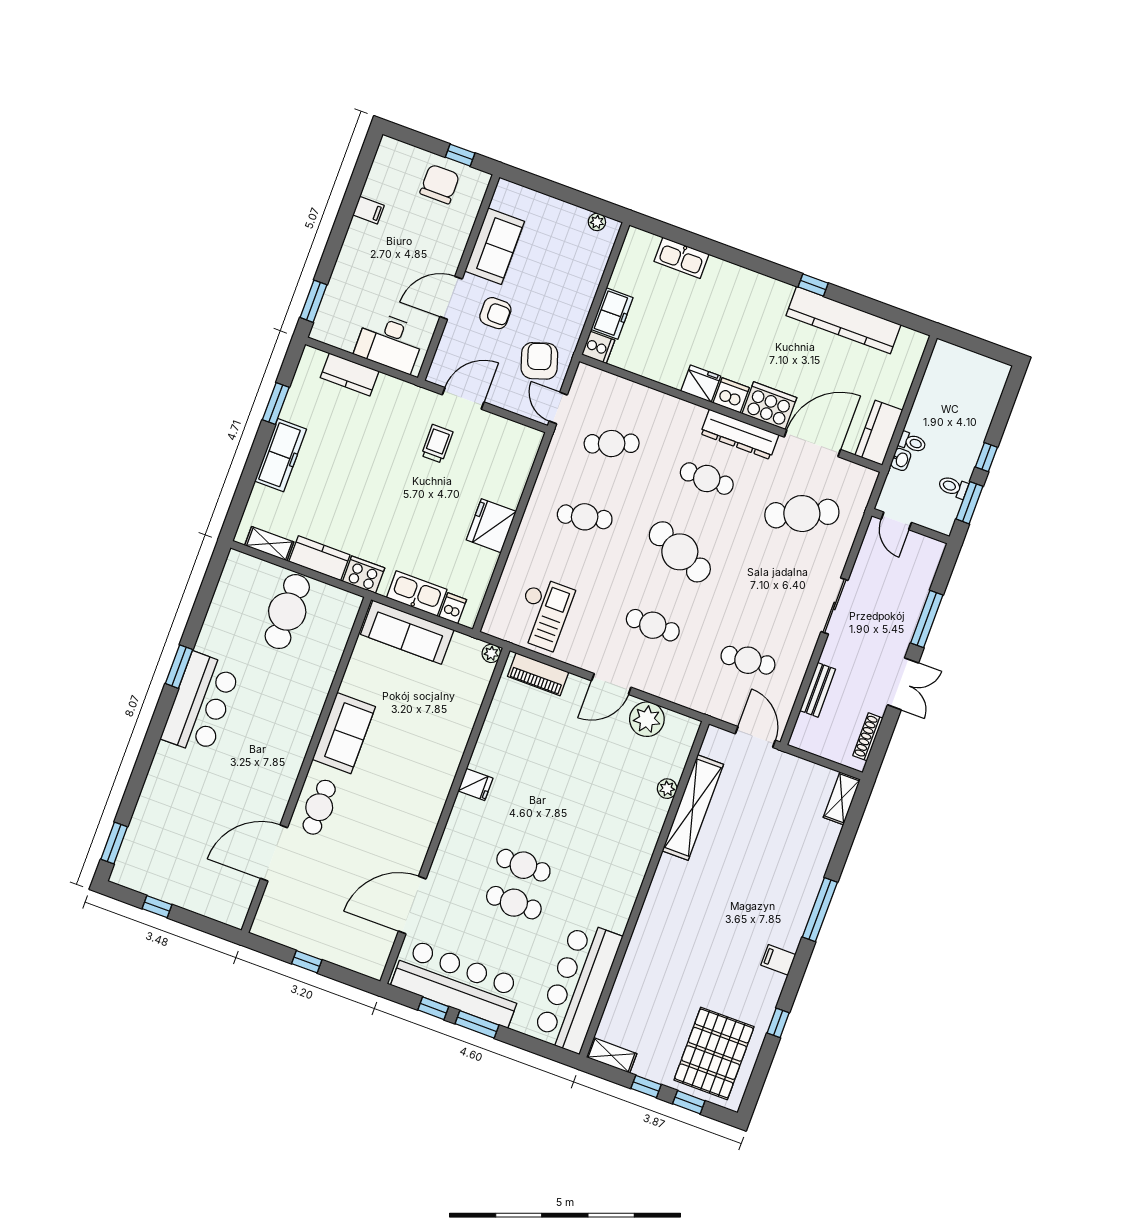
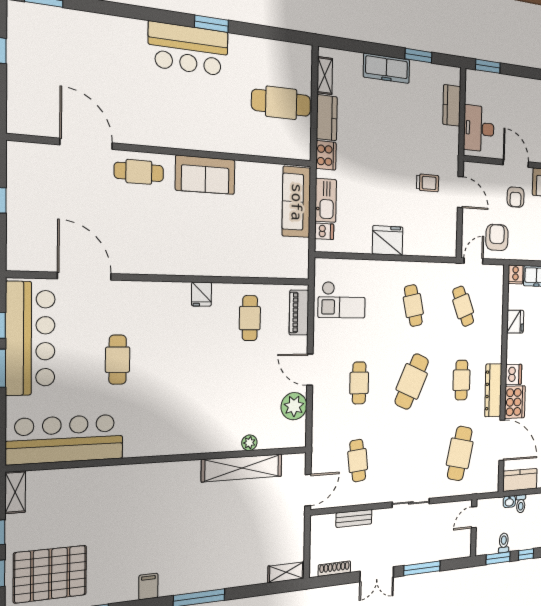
armchair: (539, 361) -> (497, 237), turned -72
fridge: (701, 384) -> (515, 322), moved
cafe table: (802, 514) -> (460, 453), turned 36
plant: (491, 653) -> (302, 272), removed
cafe table: (523, 865) -> (250, 318), moved

